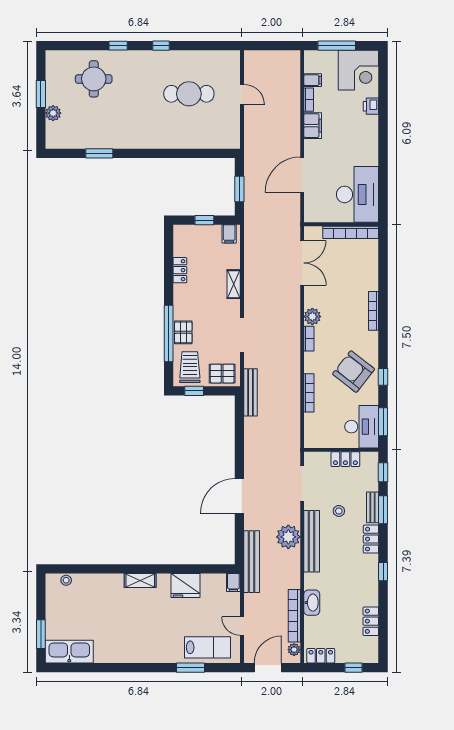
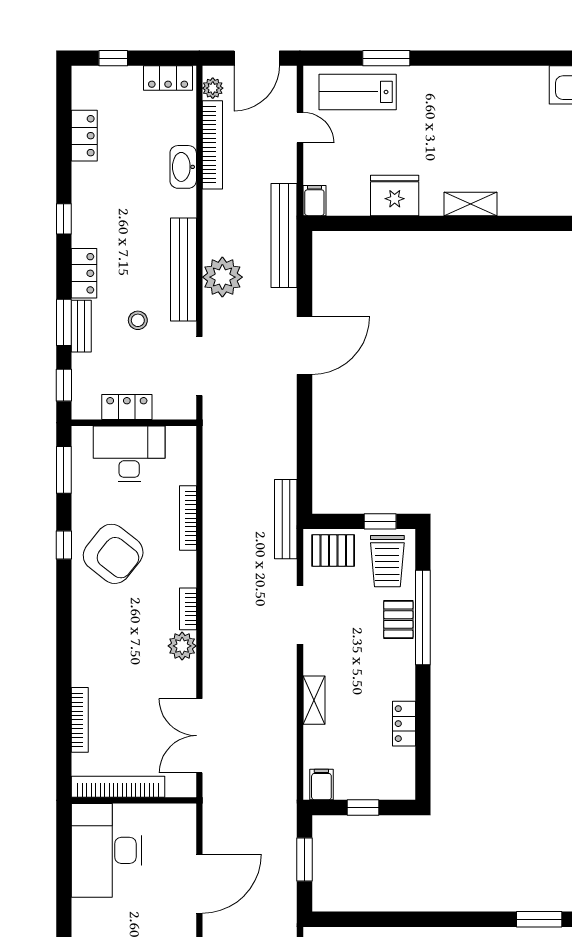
bookcase: (374, 311) -> (80, 720), moved
desk: (362, 427) -> (129, 454), moved, turned 90

